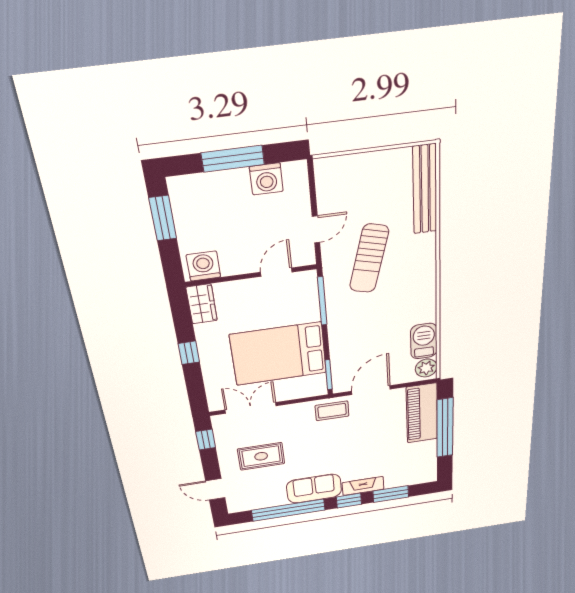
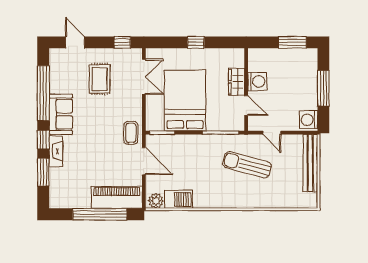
washing machine: (266, 179) -> (308, 120), moved
bench: (425, 190) -> (310, 163), moved, turned 90
washing machine: (203, 266) -> (257, 81), moved
wardrobe: (202, 304) -> (237, 82), moved, turned 90
door: (215, 489) -> (75, 42), hinge flipped

